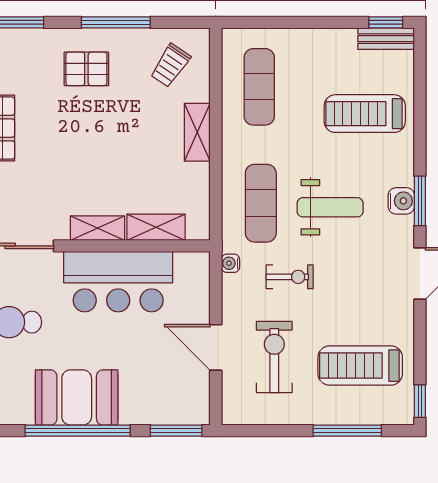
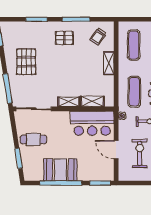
bar counter: (118, 282) -> (92, 123), moved

